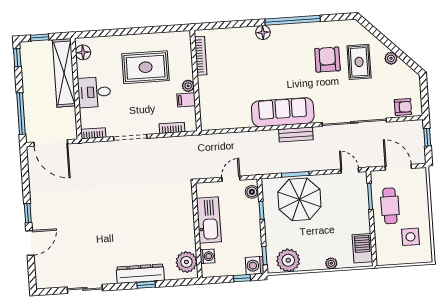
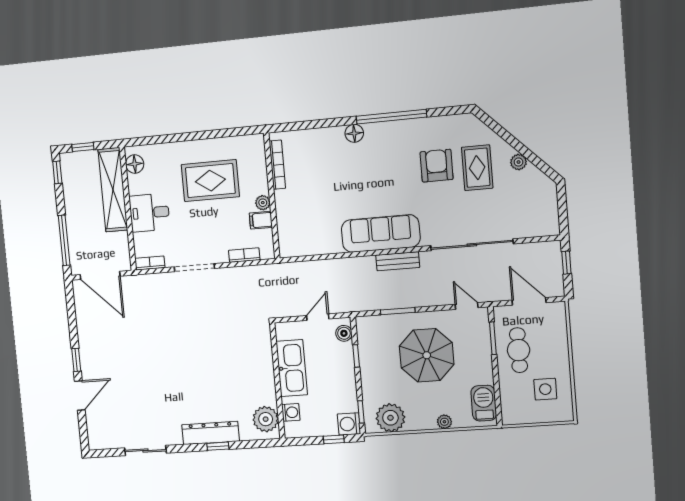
armchair: (403, 107) -> (535, 224), removed
parasol: (299, 199) -> (427, 355), moved

